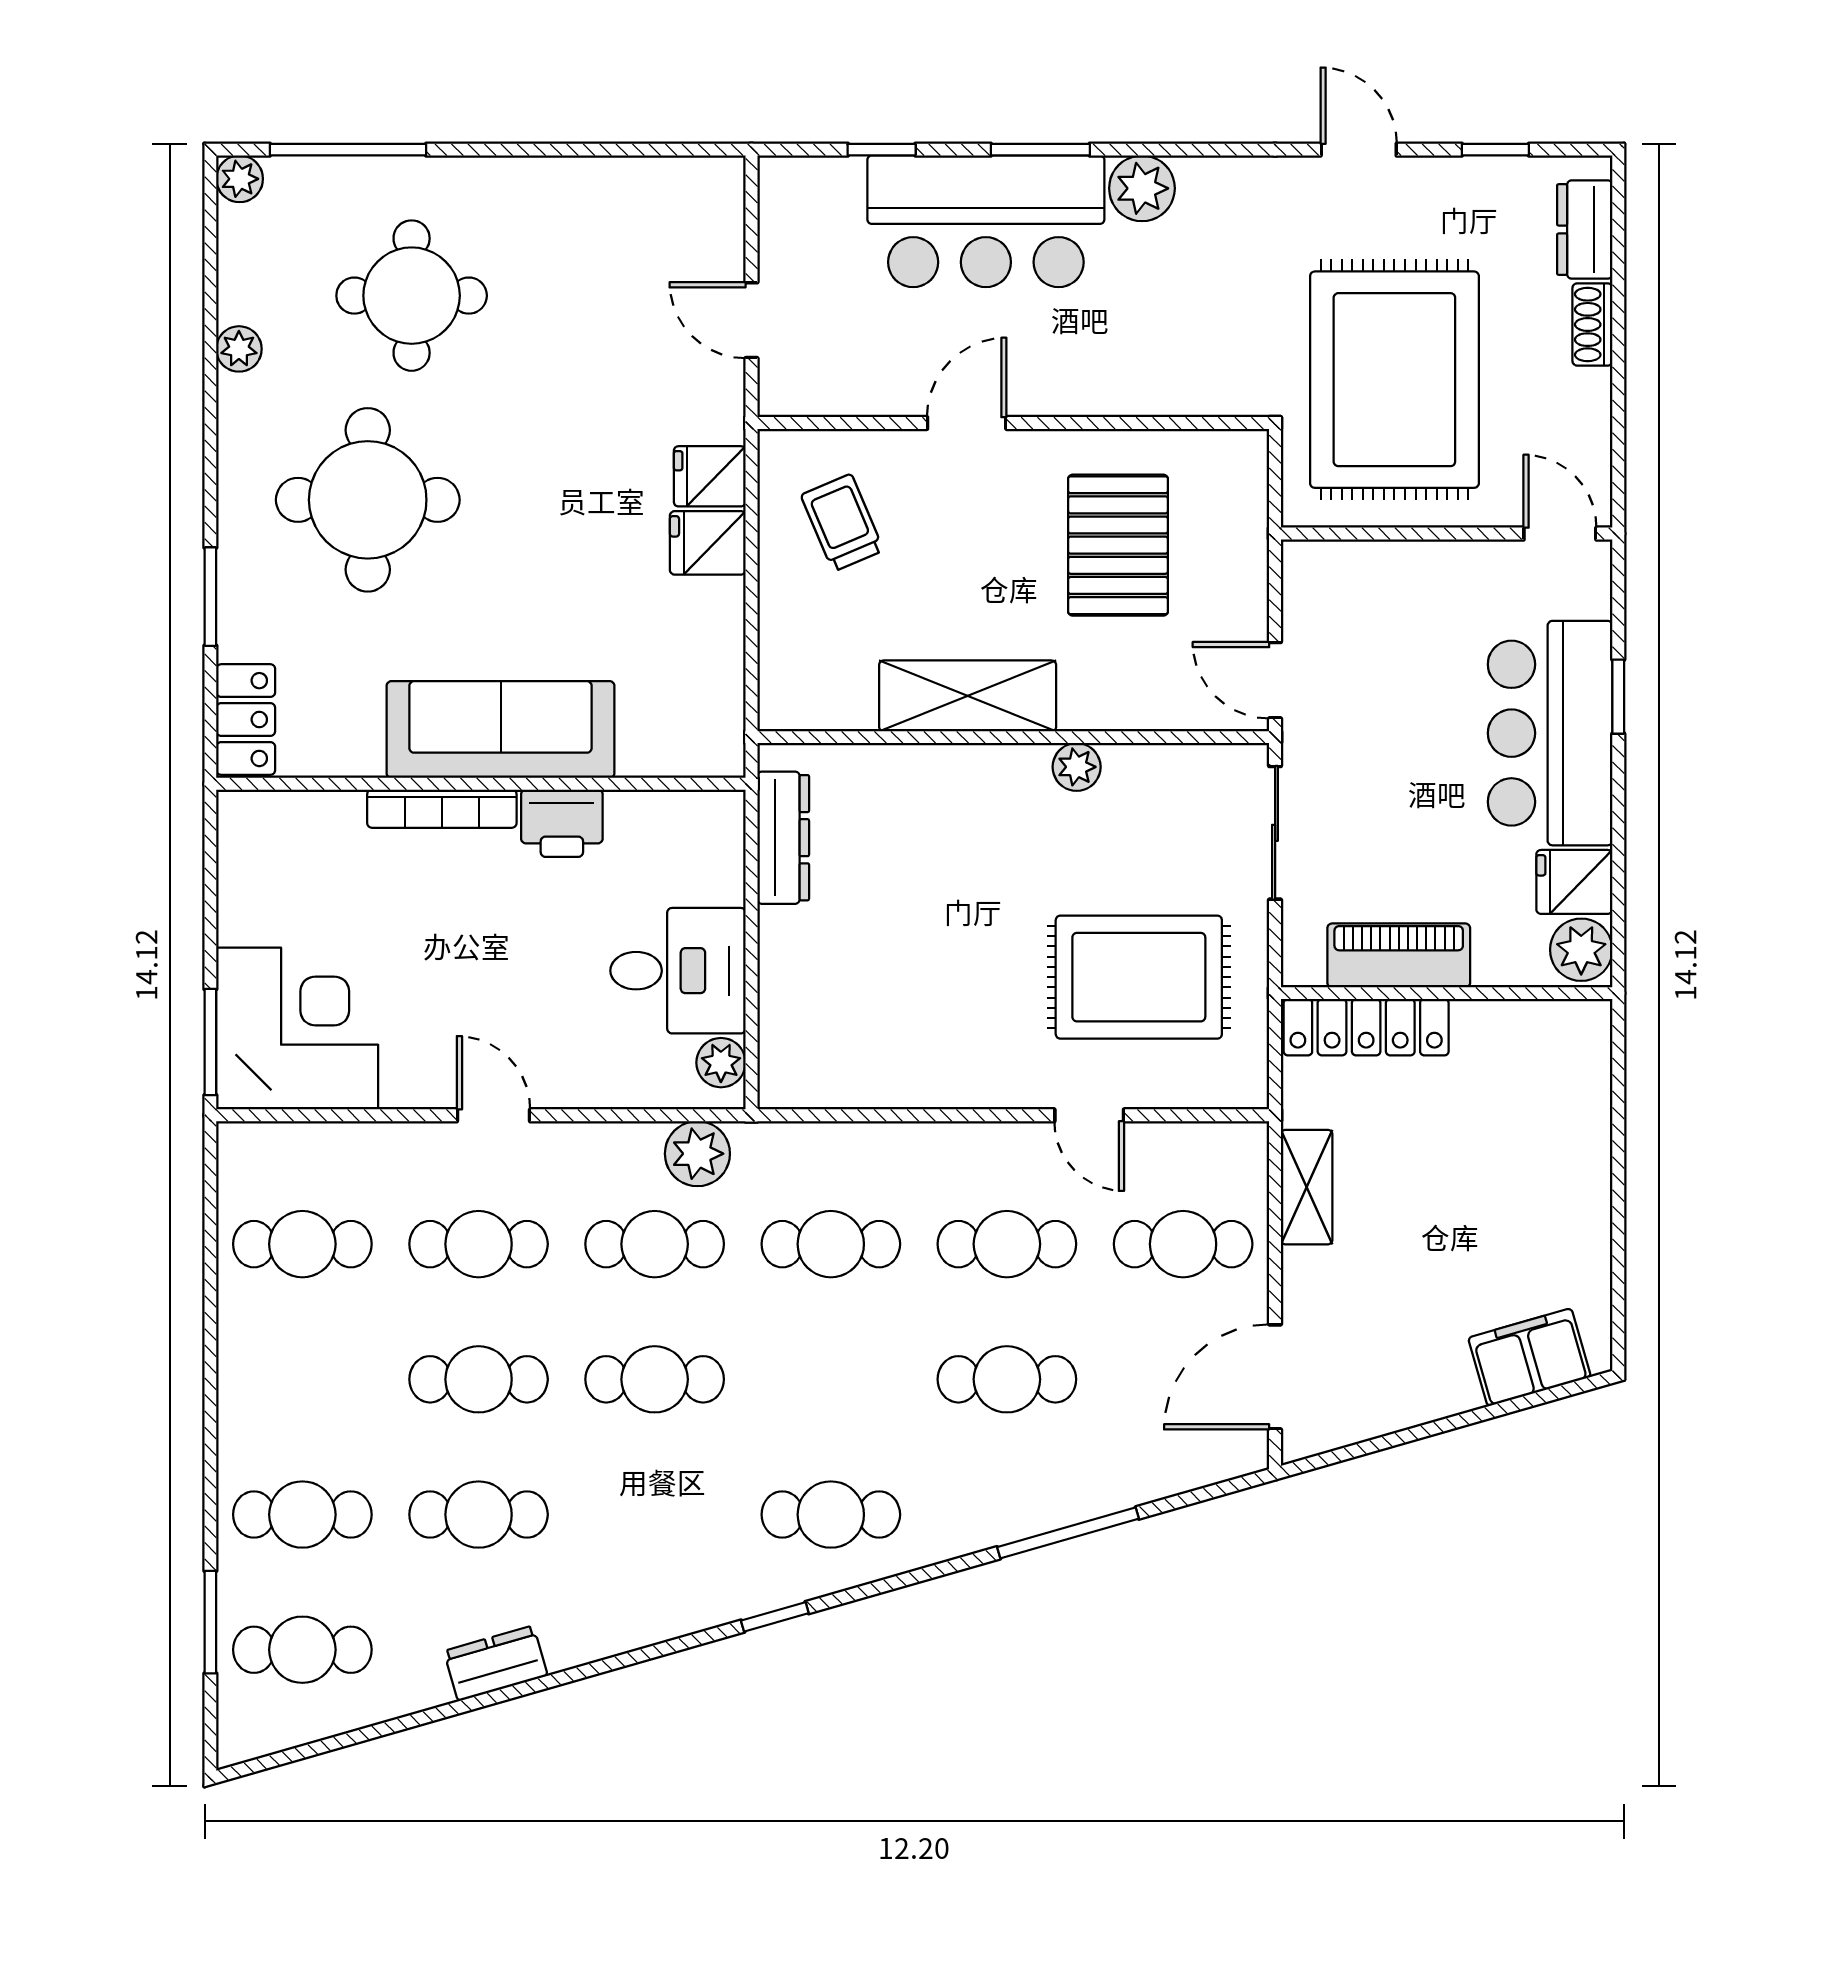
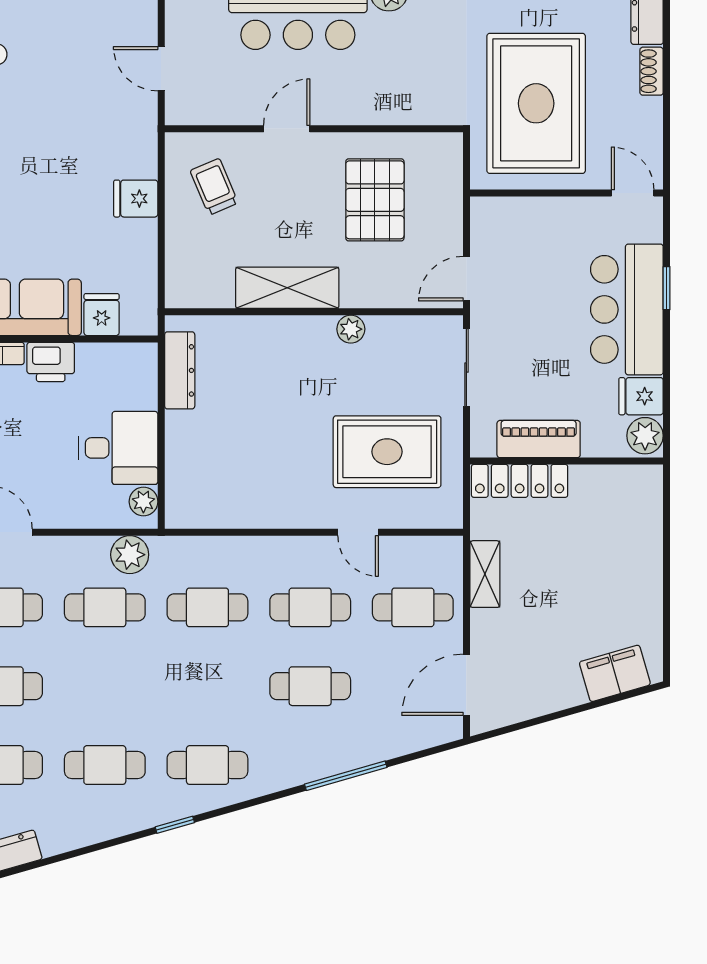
fridge: (710, 476) -> (102, 315), moved, turned 90
door: (1275, 680) -> (466, 279), hinge flipped
cafe table: (655, 1379) -> (105, 765), moved

